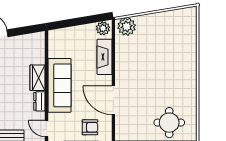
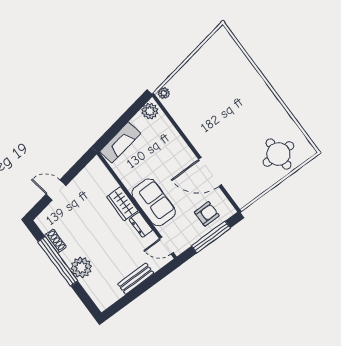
plant: (127, 27) -> (164, 93), width x0.53, depth x0.53
fireplace: (105, 57) -> (120, 142), moved, turned -99
sofa: (59, 85) -> (154, 202), width x0.73

